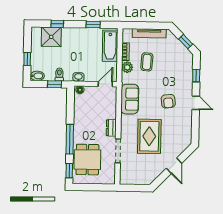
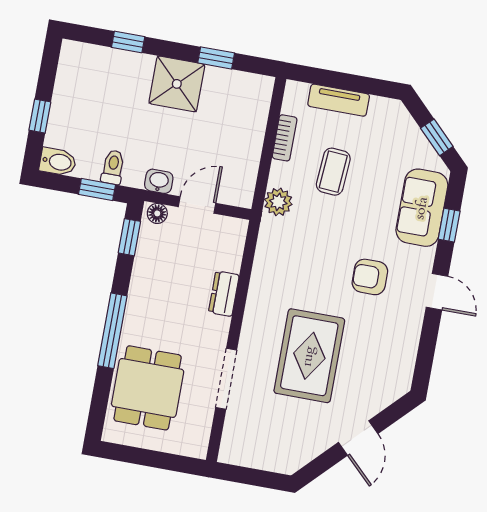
tv unit: (149, 33) -> (339, 100), width x0.71
shower: (51, 37) -> (177, 84), moved
bathtub: (110, 46) -> (249, 117), removed
plant: (127, 67) -> (278, 202), moved
door: (105, 84) -> (197, 205), moved
sofa: (130, 99) -> (422, 208), moved, turned 180
armchair: (168, 101) -> (370, 277), turned 97
dresser: (111, 128) -> (224, 294), moved
window: (69, 171) -> (129, 237), moved

